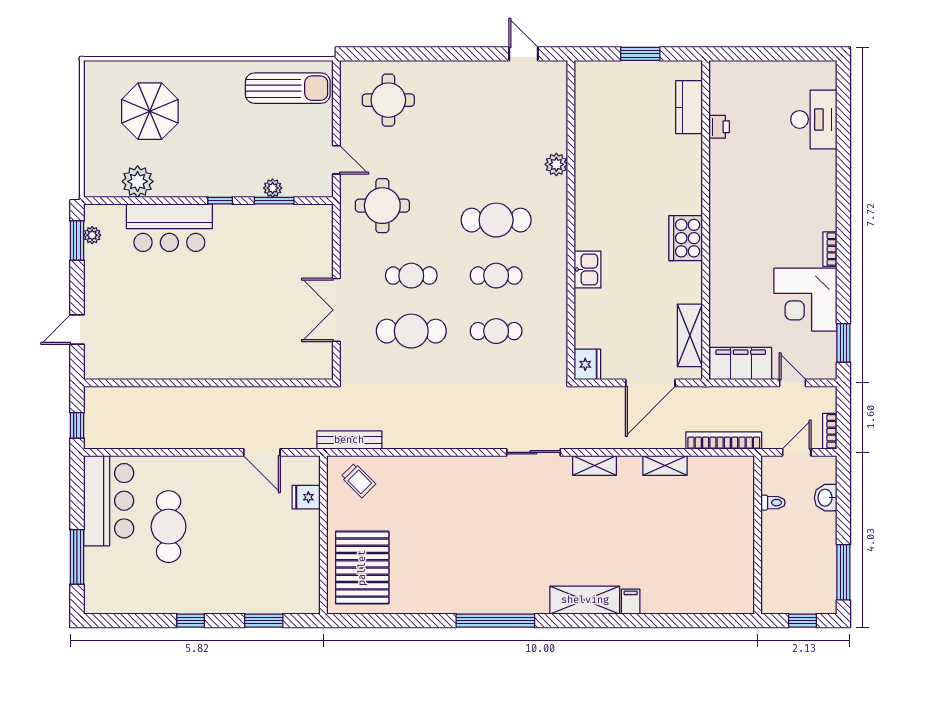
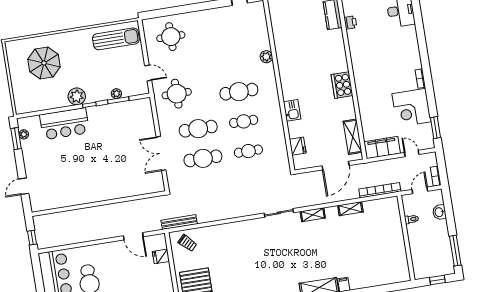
plant: (138, 181) -> (77, 96), moved
cafe table: (411, 276) -> (198, 129), width x1.37, depth x1.35
fridge: (587, 364) -> (298, 146), moved

